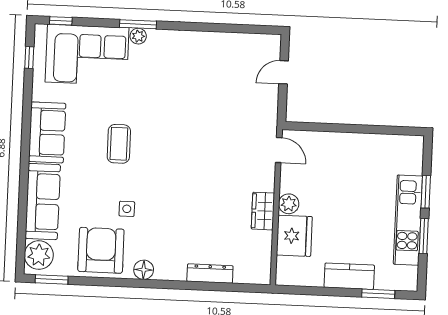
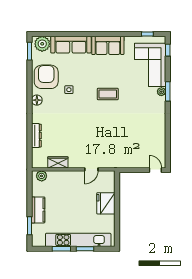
door: (284, 72) -> (155, 170), moved
coffee table: (119, 144) -> (108, 94), moved
door: (279, 150) -> (91, 169), moved
plant: (289, 204) -> (42, 176), moved
wardrobe: (263, 211) -> (58, 162), moved
kitchen unit: (408, 220) -> (78, 240), width x1.36
fridge: (294, 236) -> (106, 203), moved, turned 90
armchair: (101, 250) -> (46, 77), turned -90

